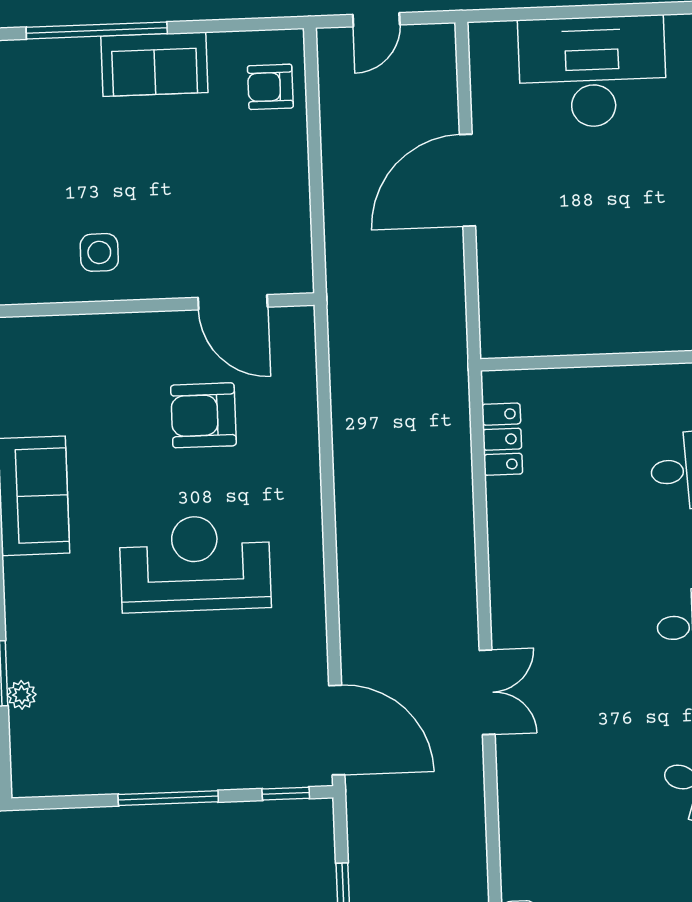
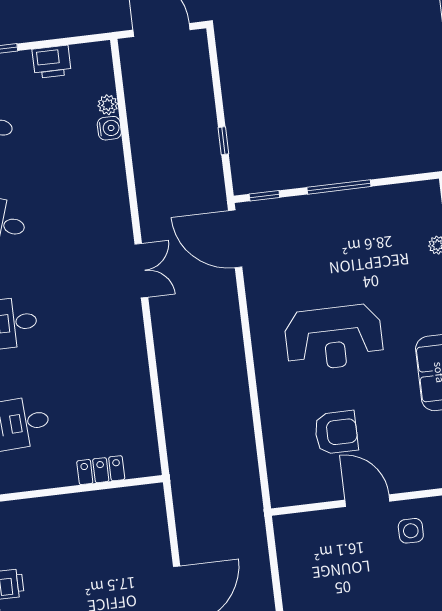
door: (233, 302) -> (367, 501), moved
locker: (502, 439) -> (101, 470), moved, turned 90
double door: (487, 692) -> (141, 271), swing flipped

